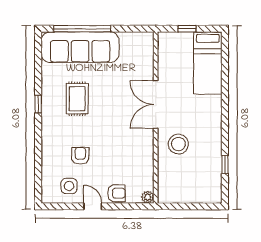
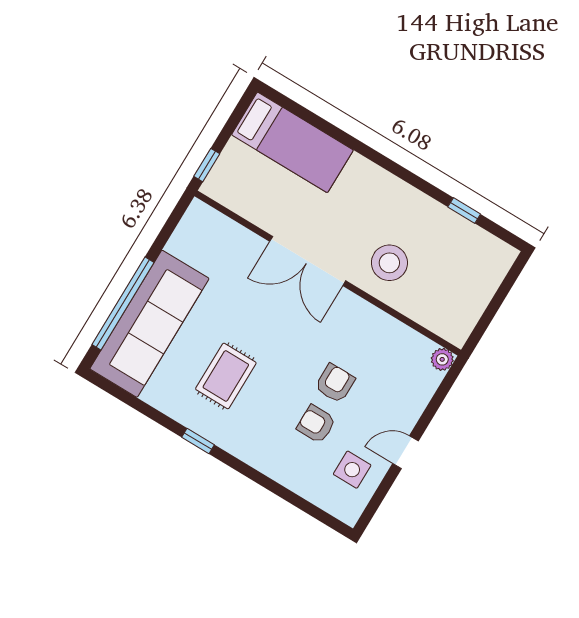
window: (187, 29) -> (207, 165), moved
rug: (77, 99) -> (226, 376), turned 90
armchair: (116, 193) -> (335, 383), moved

